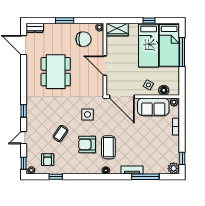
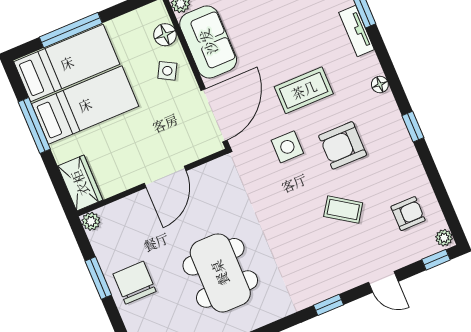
window: (65, 20) -> (98, 278), moved
window: (149, 20) -> (34, 125), width x2.17
chair: (83, 39) -> (134, 283), moved
dining table: (56, 72) -> (220, 273), turned 90
side table: (87, 114) -> (287, 147), moved
armchair: (87, 144) -> (343, 145), turned 90
coffee table: (108, 147) -> (304, 90), moved
window: (56, 177) -> (413, 127), moved

